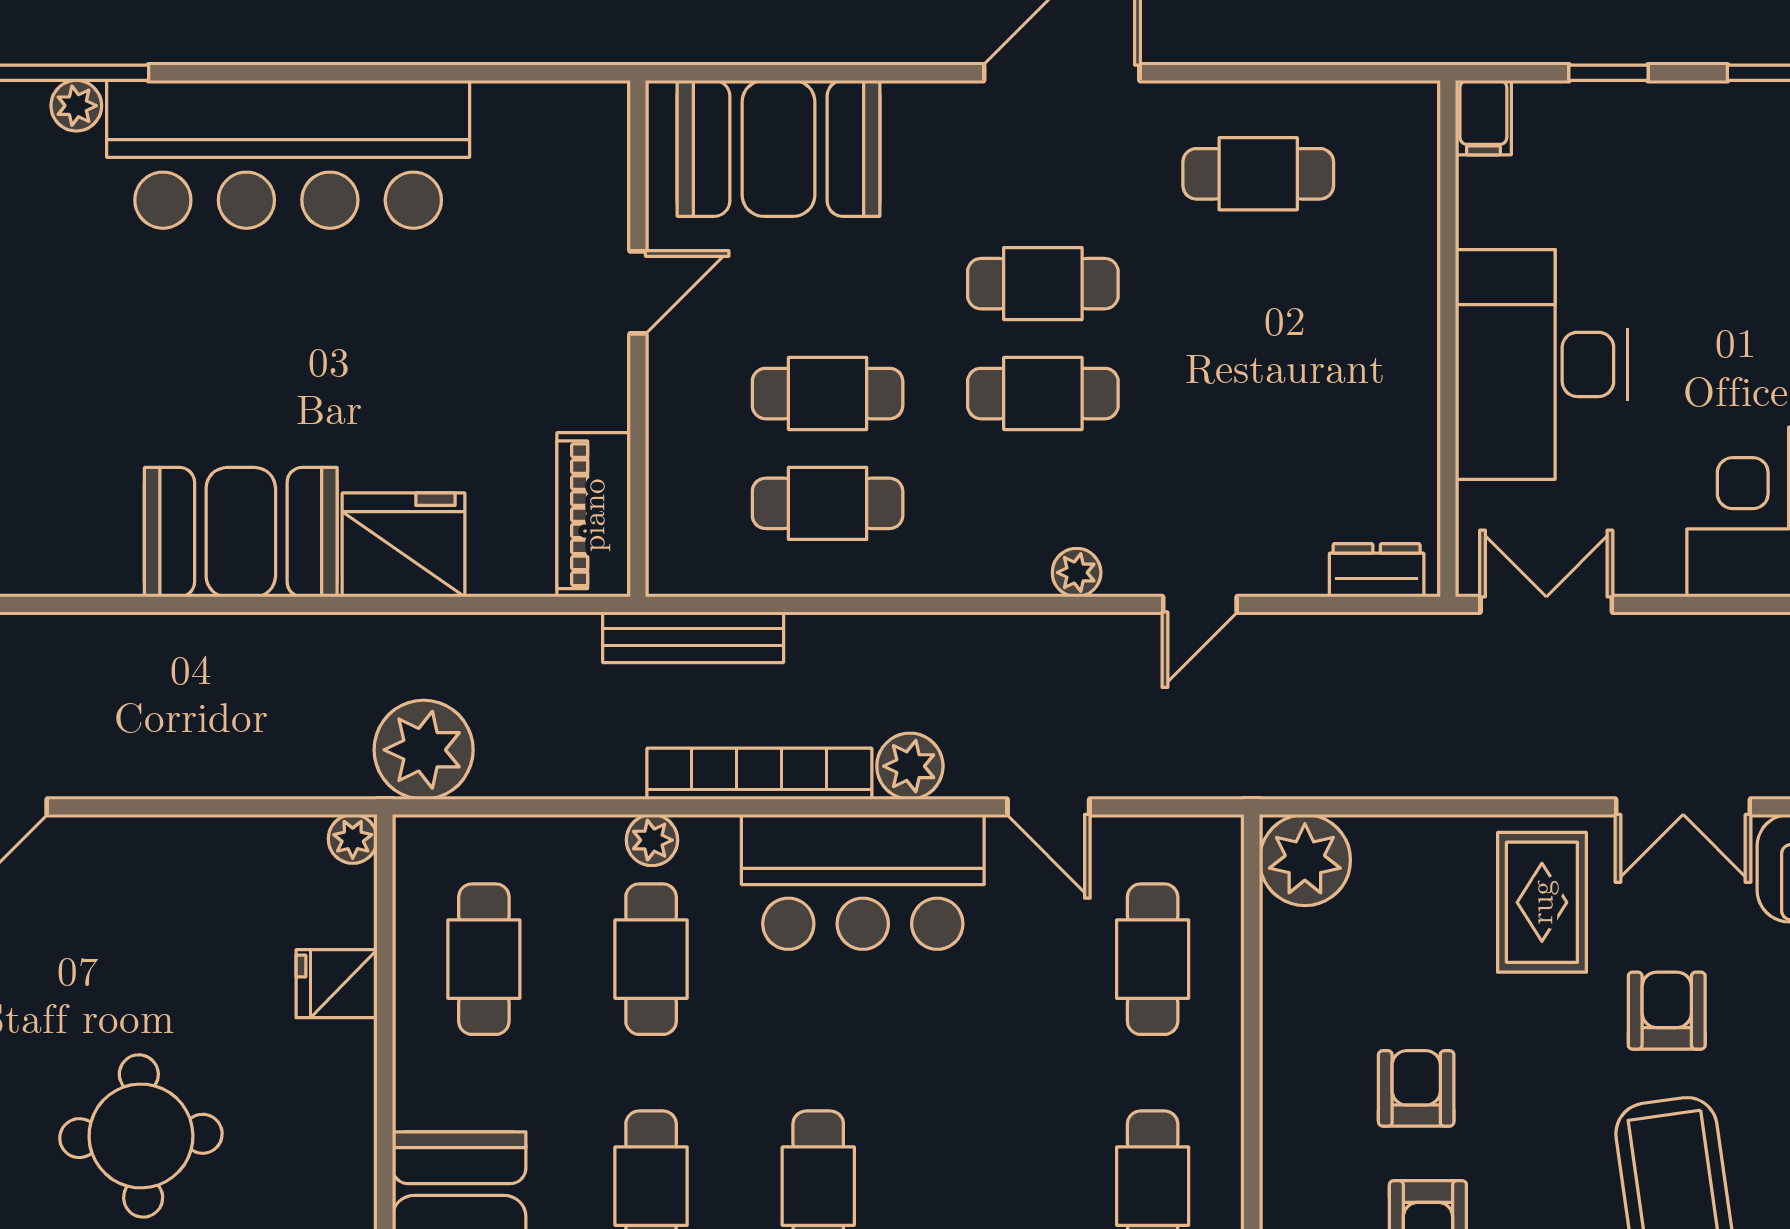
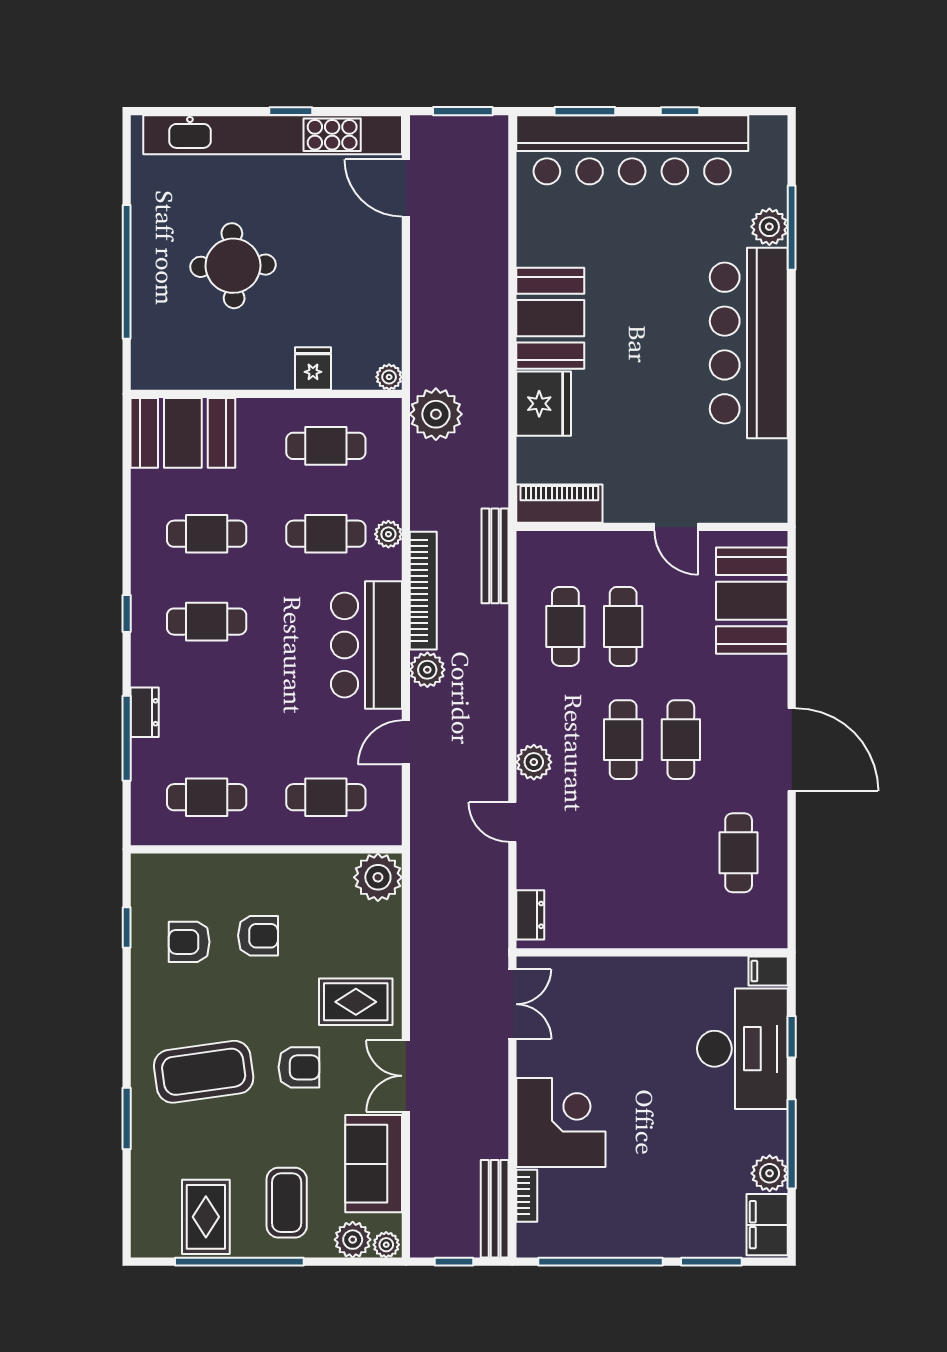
plant: (76, 106) -> (769, 227), width x1.38, depth x1.38
desk: (1541, 364) -> (742, 1049), moved, turned 90
plant: (1077, 573) -> (534, 762), width x1.38, depth x1.38

